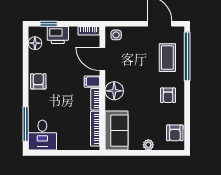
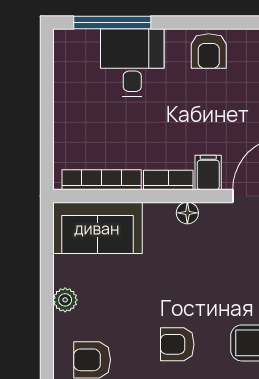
armchair: (38, 81) -> (209, 51), turned 90
floor lamp: (114, 91) -> (187, 213), width x0.53, depth x0.53
desk: (42, 135) -> (132, 63), moved, turned 90

